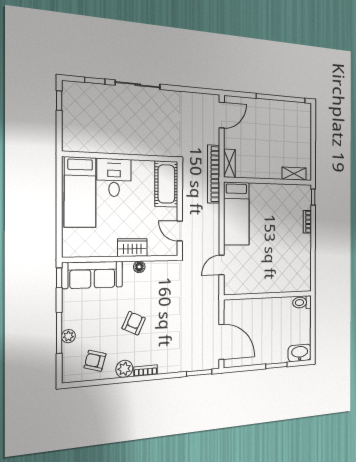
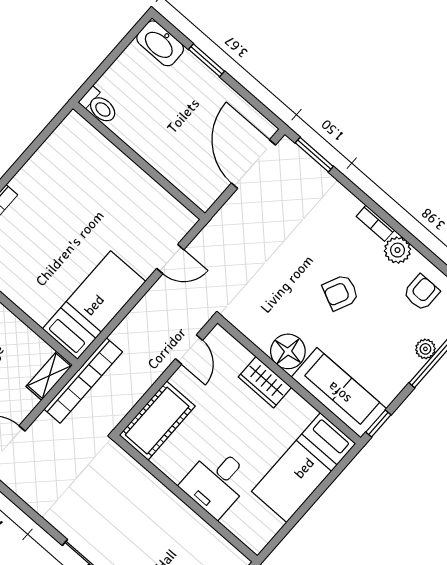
bed: (80, 192) -> (304, 468), moved, turned 180
floor lamp: (139, 267) -> (288, 351), width x1.89, depth x1.89
armchair: (95, 361) -> (421, 292), turned -106

